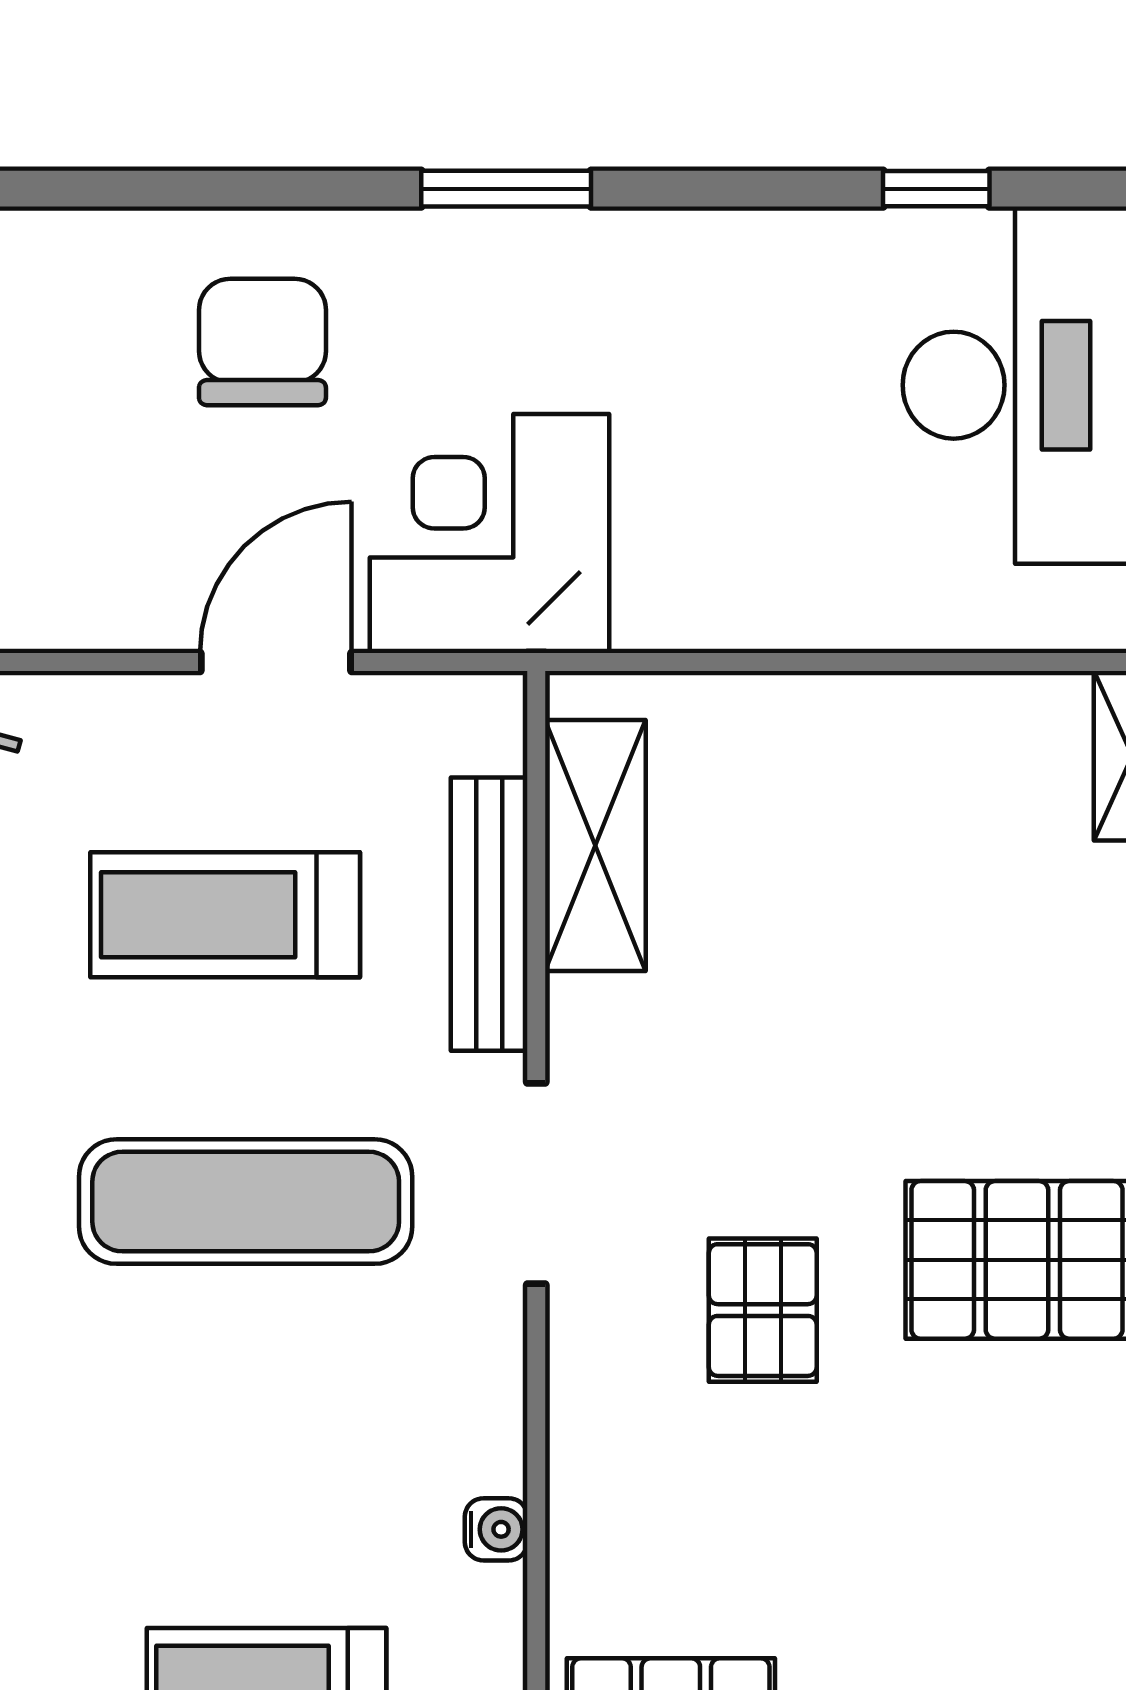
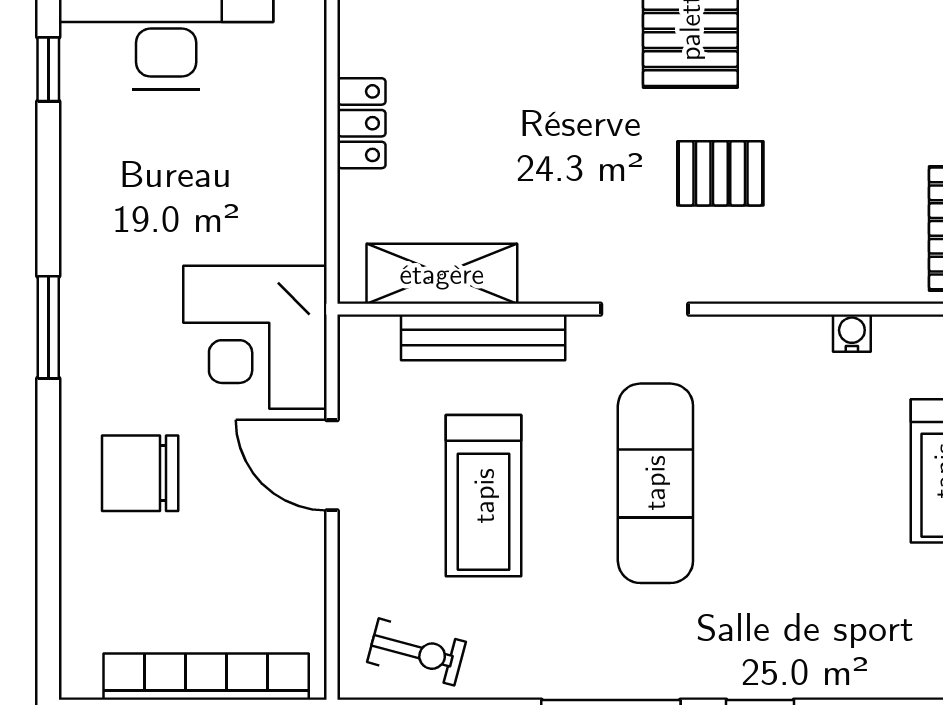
locker: (846, 711) -> (361, 123), added
doorway: (536, 1184) -> (645, 309), width x0.73

